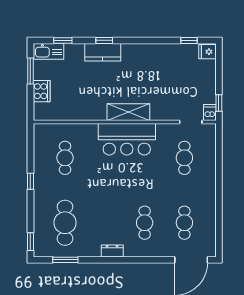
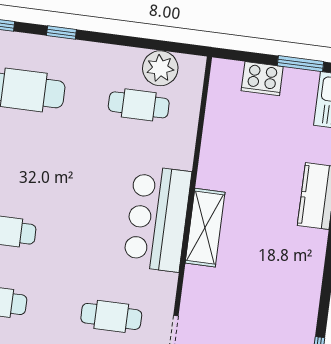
plant: (43, 149) -> (160, 68), added
window: (30, 181) -> (61, 33), moved

